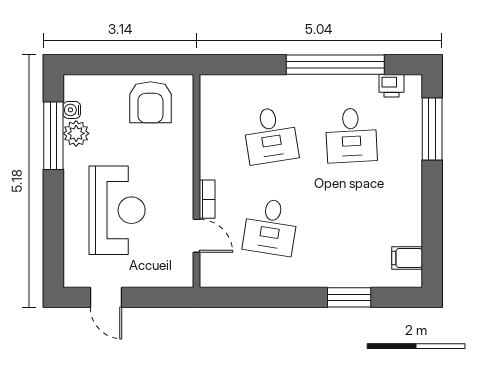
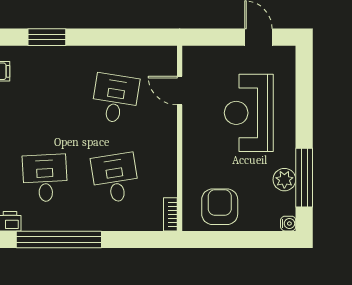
water cooler: (72, 110) -> (288, 224), moved
bookcase: (207, 199) -> (170, 214), moved

